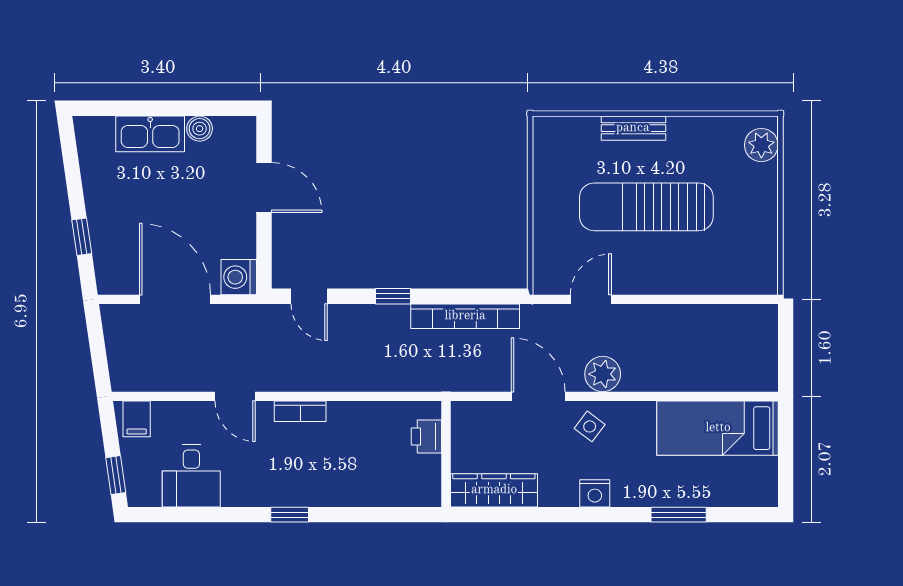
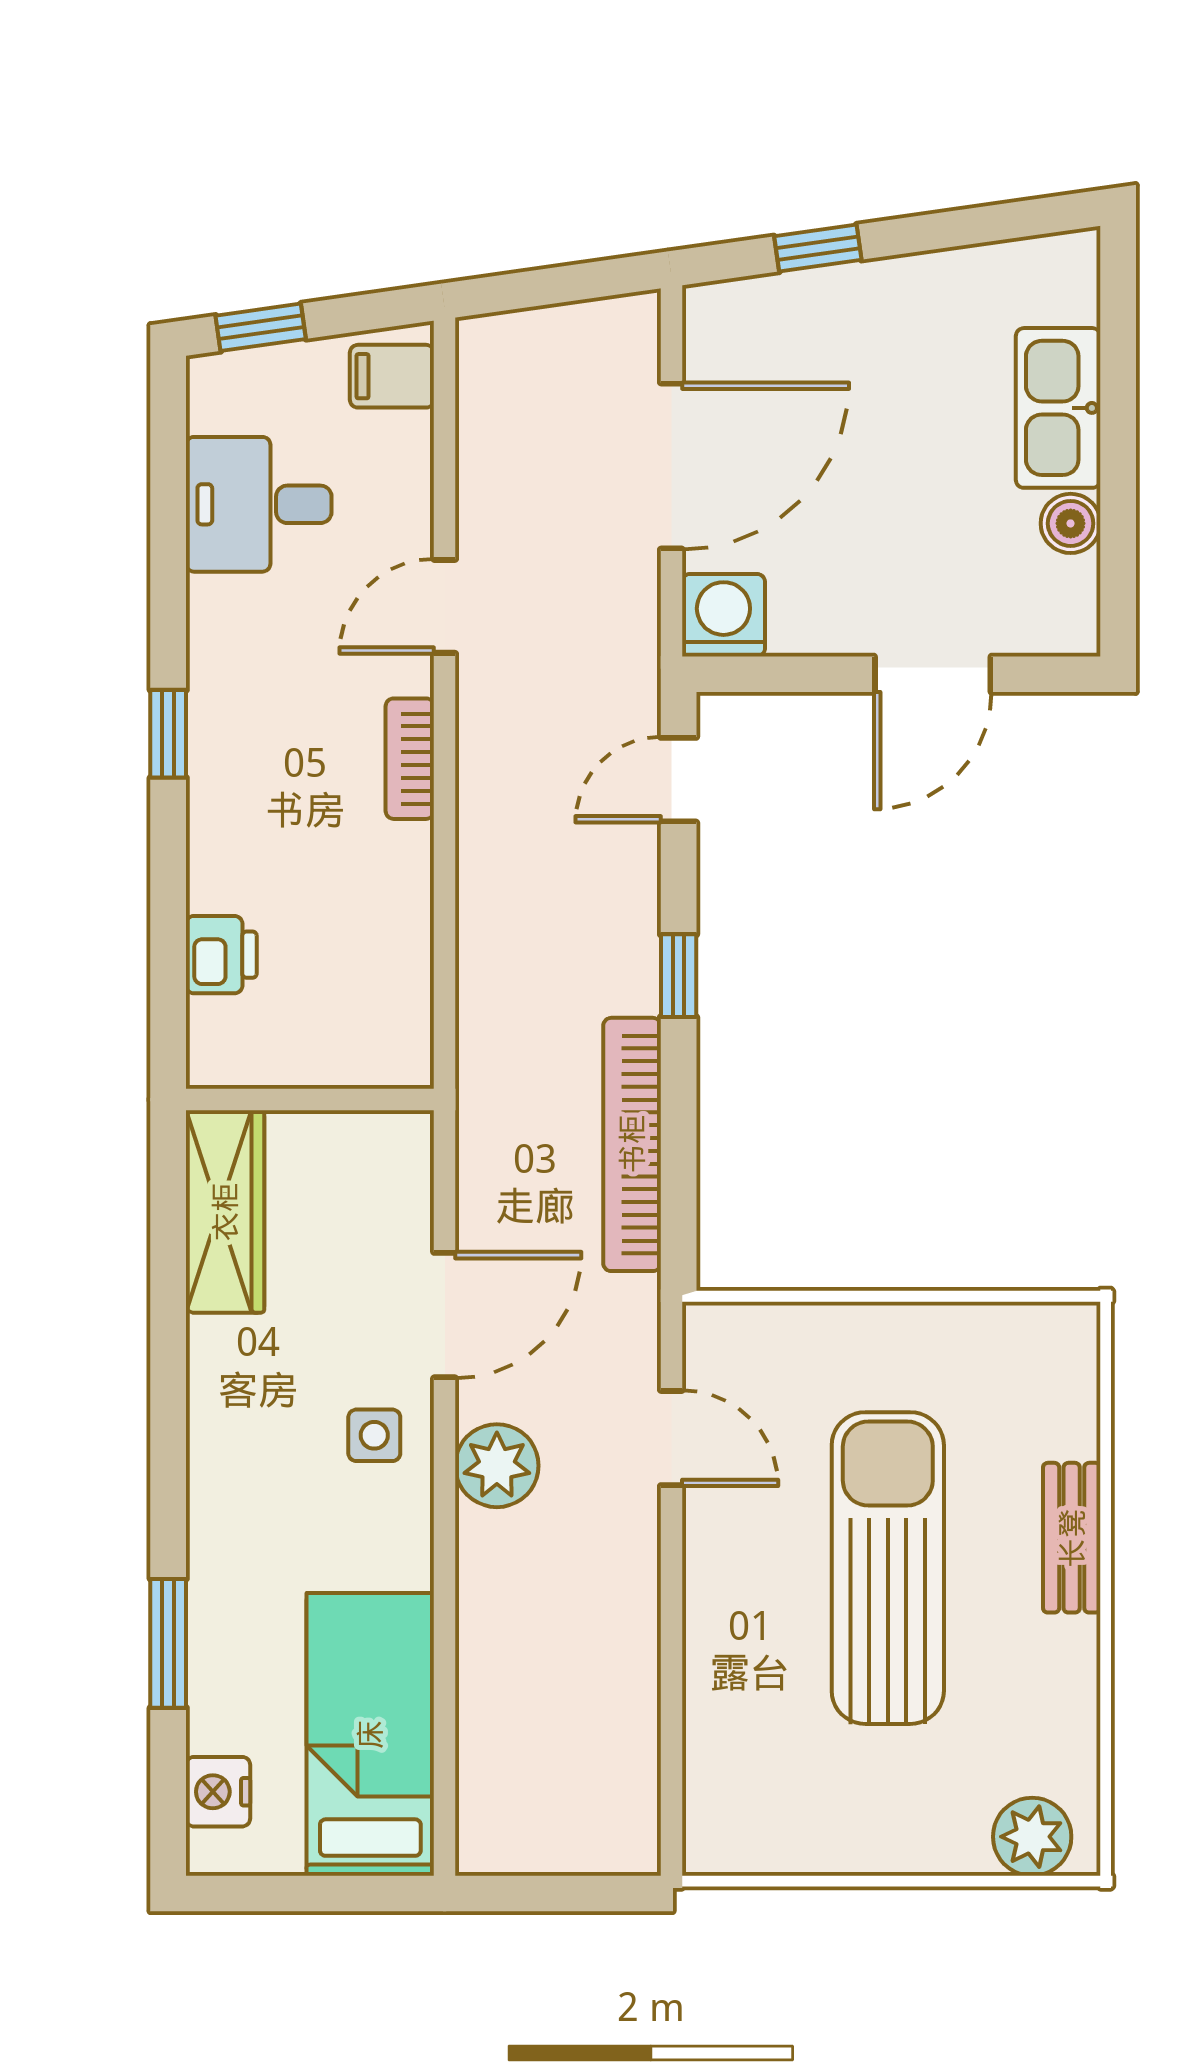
side table: (590, 426) -> (374, 1435), turned -37
printer: (426, 436) -> (221, 955), moved, turned 90
nightstand: (595, 493) -> (218, 1792), moved

